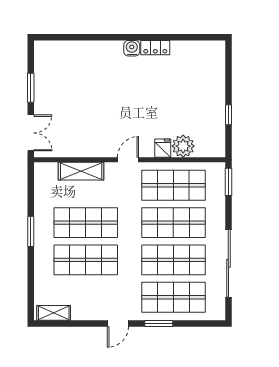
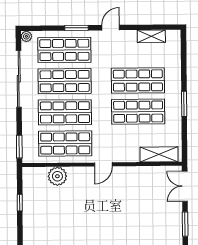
fridge: (163, 148) -> (74, 174), removed
shelving: (81, 171) -> (159, 154), moved
shelving: (54, 313) -> (151, 36), moved
plant: (219, 314) -> (26, 36), added

